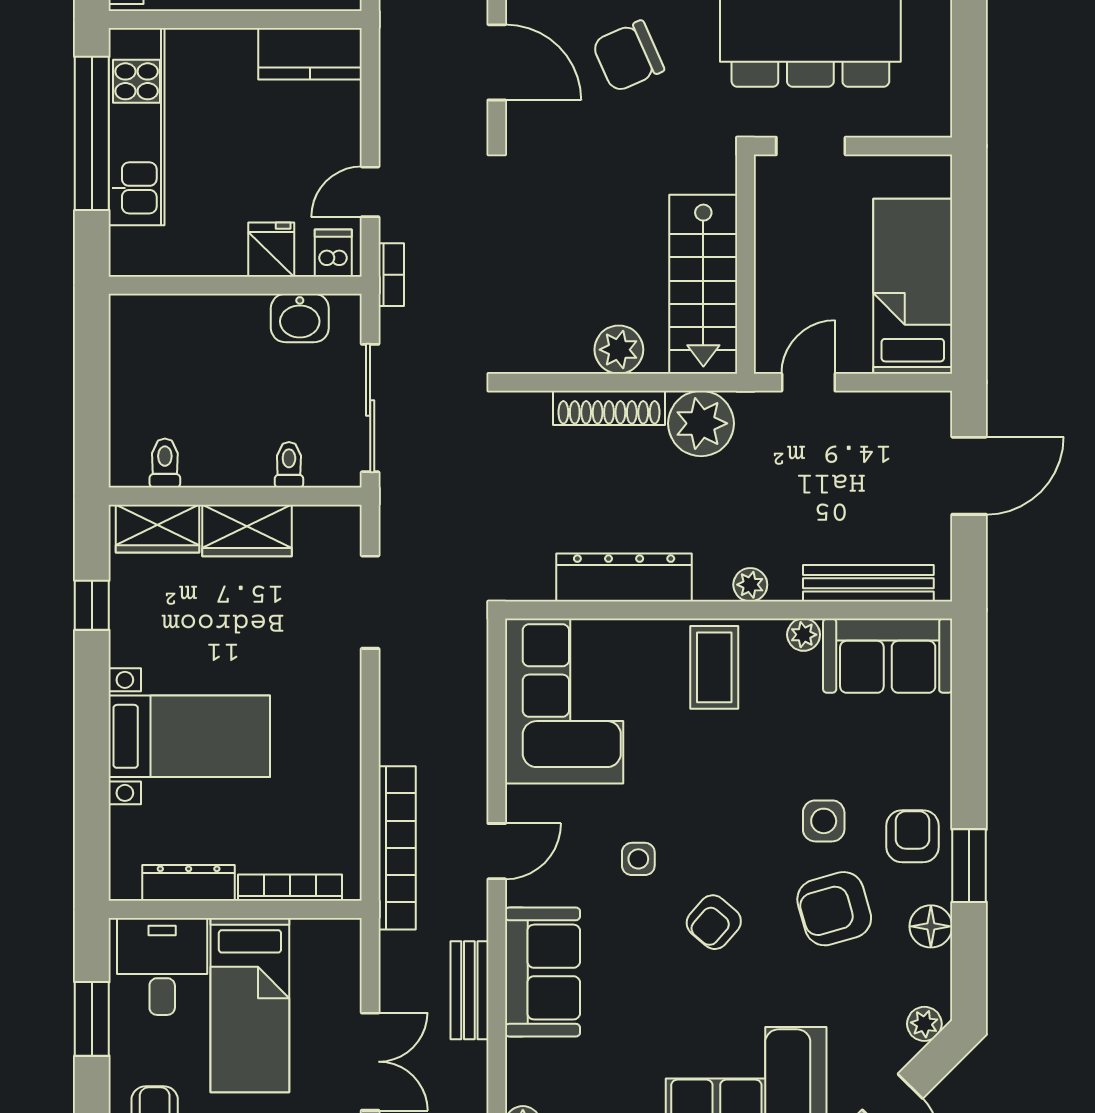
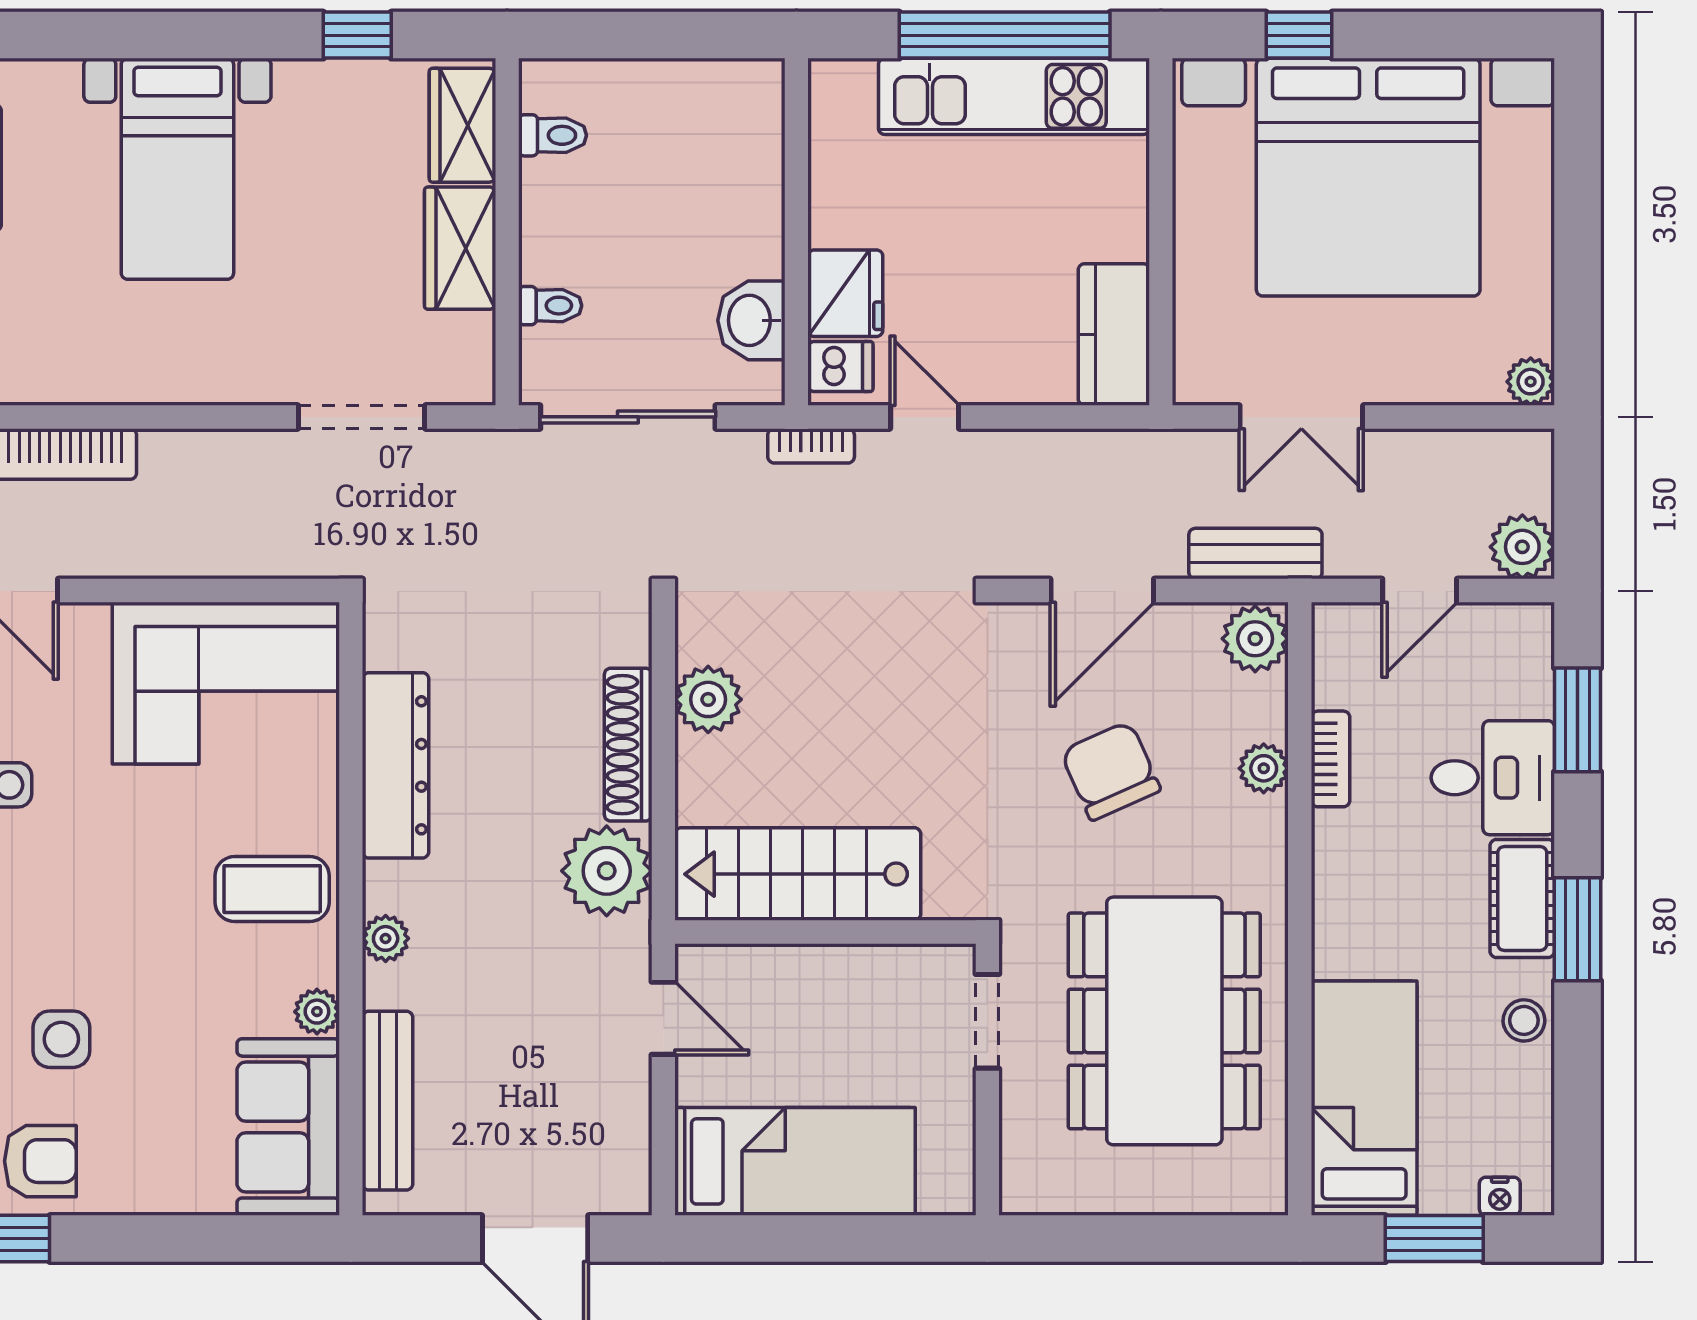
fridge: (271, 250) -> (845, 293), width x1.38
plant: (619, 350) -> (708, 699), moved

